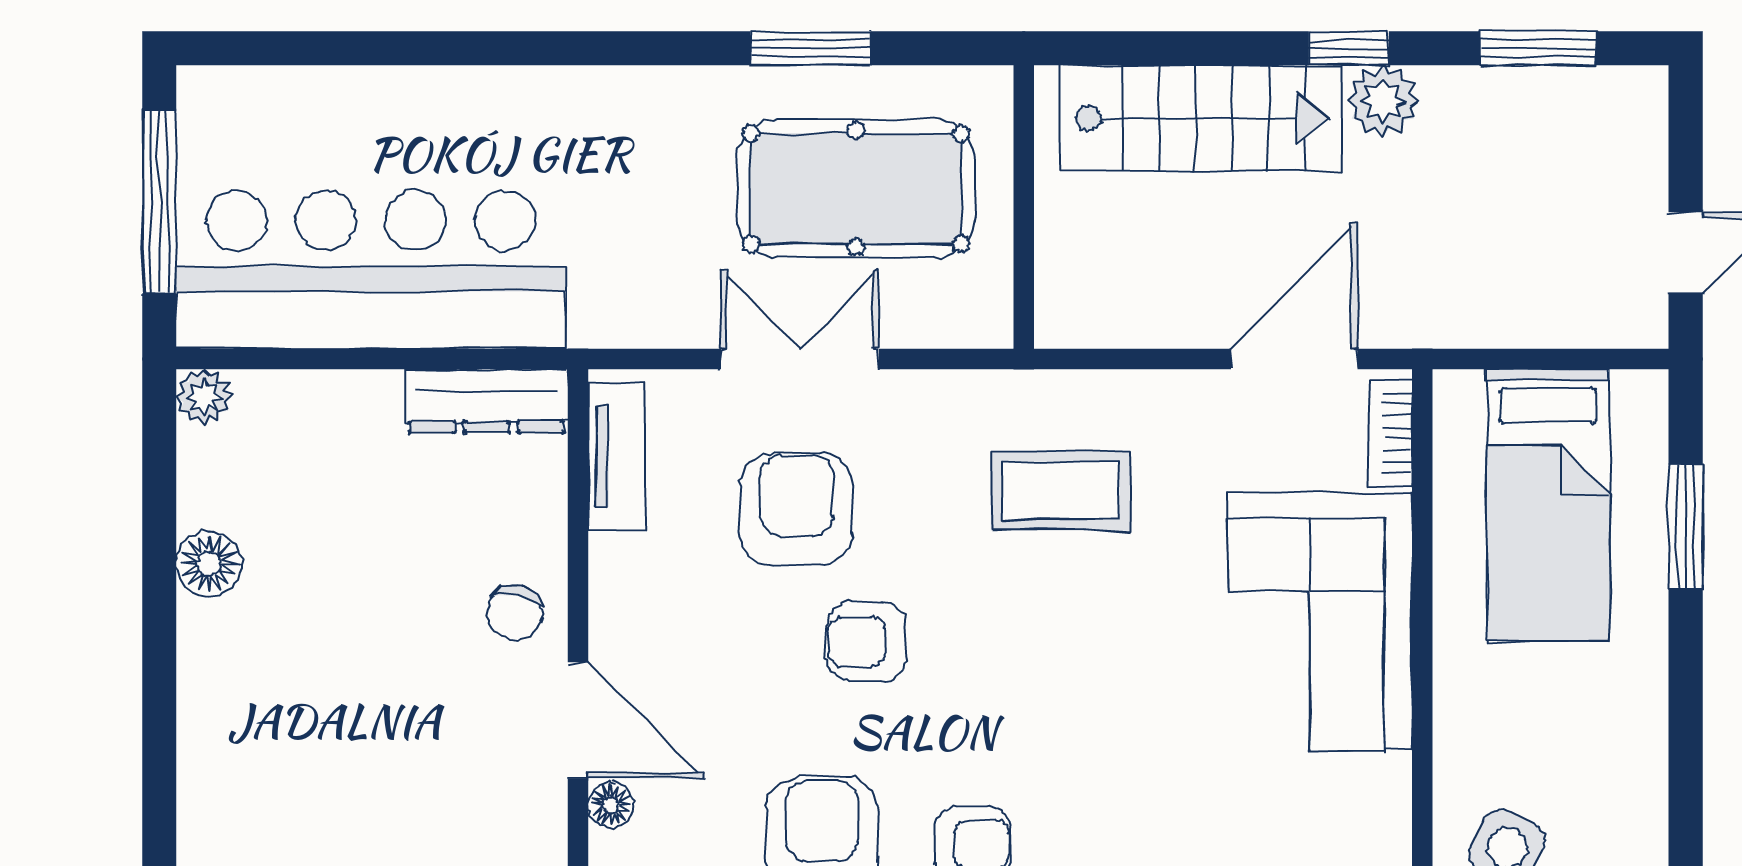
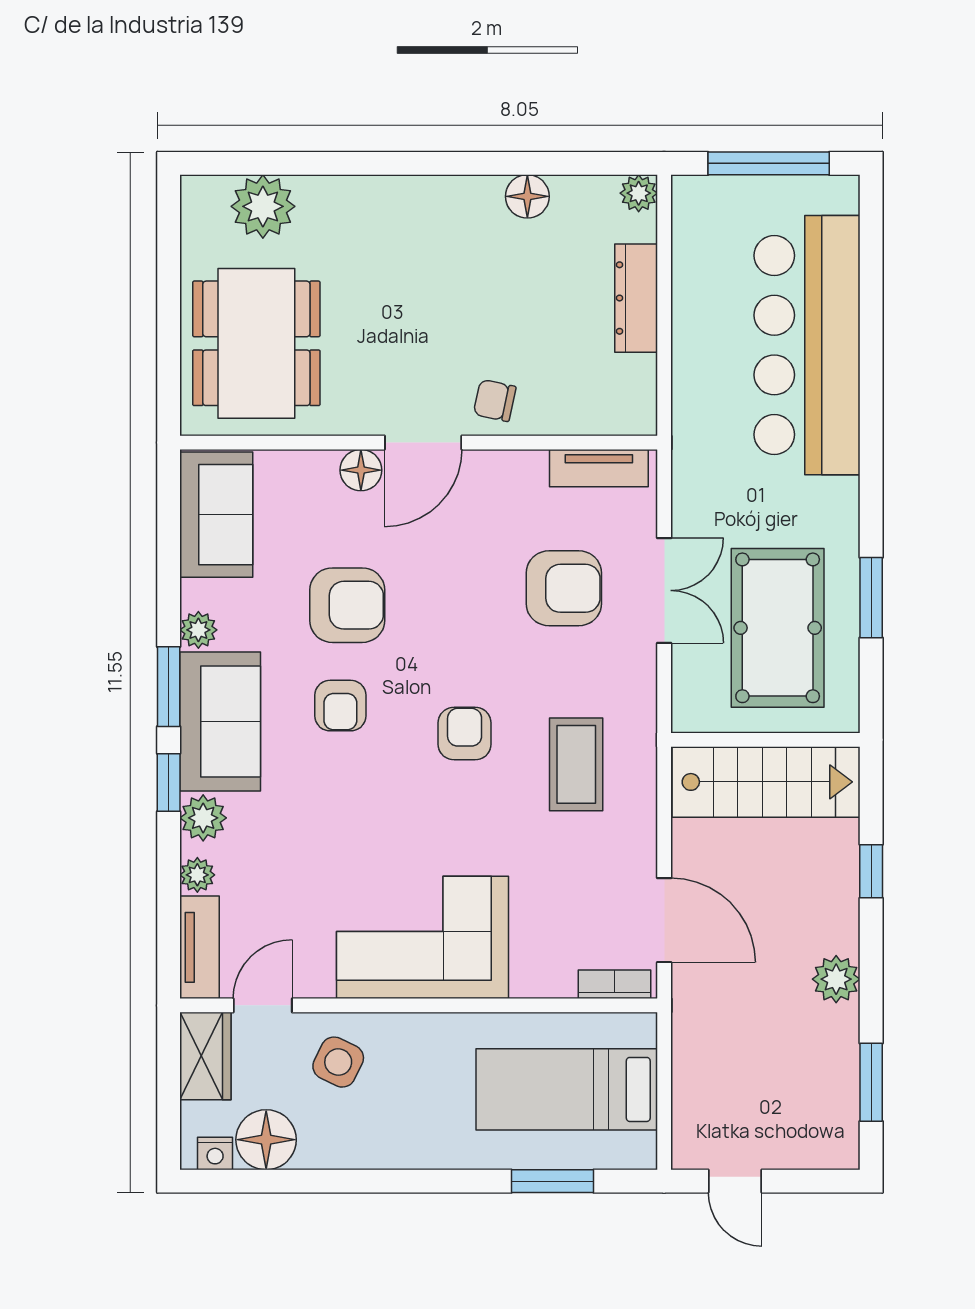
window: (1349, 48) -> (871, 871), moved
stairs: (1201, 118) -> (766, 782), moved, turned -90
bar counter: (371, 270) -> (807, 345), moved, turned 180
dresser: (487, 401) -> (636, 298), moved
corner sofa: (1320, 622) -> (422, 937), moved
armchair: (867, 642) -> (465, 734), moved
floor lamp: (611, 805) -> (361, 470), width x1.37, depth x1.37

